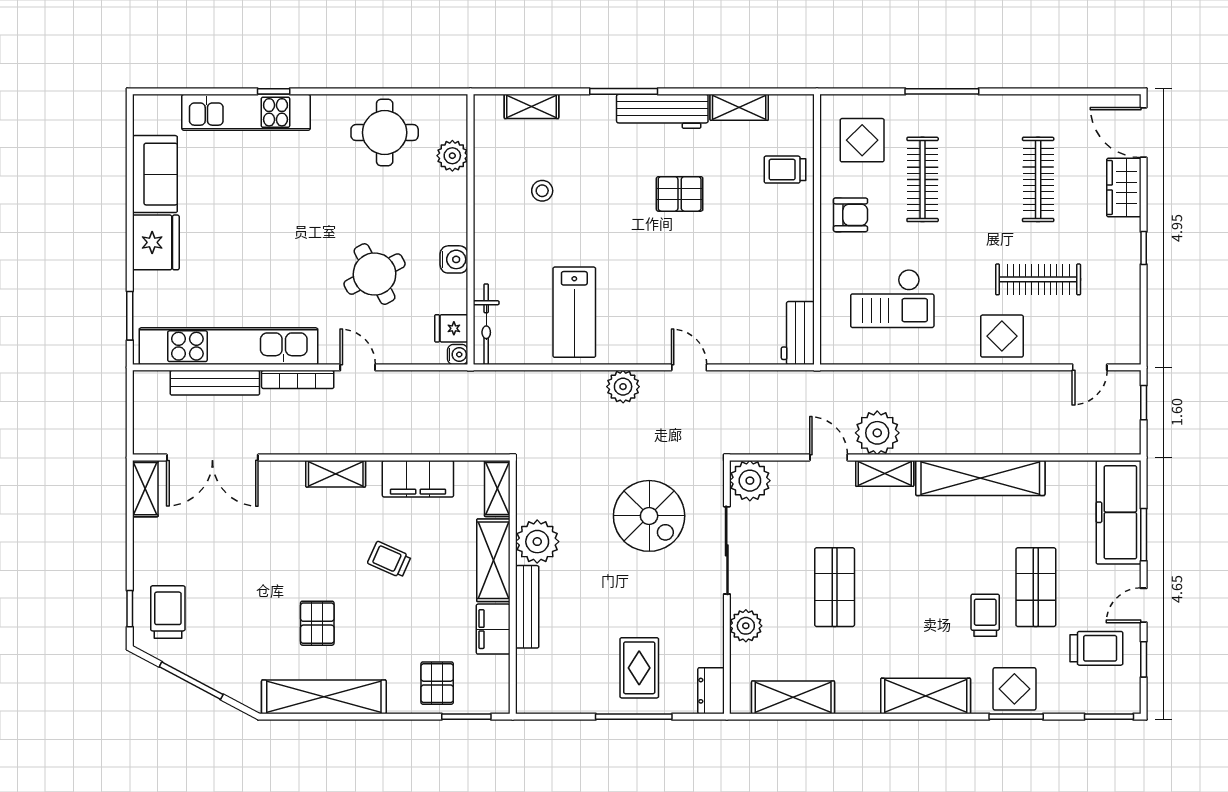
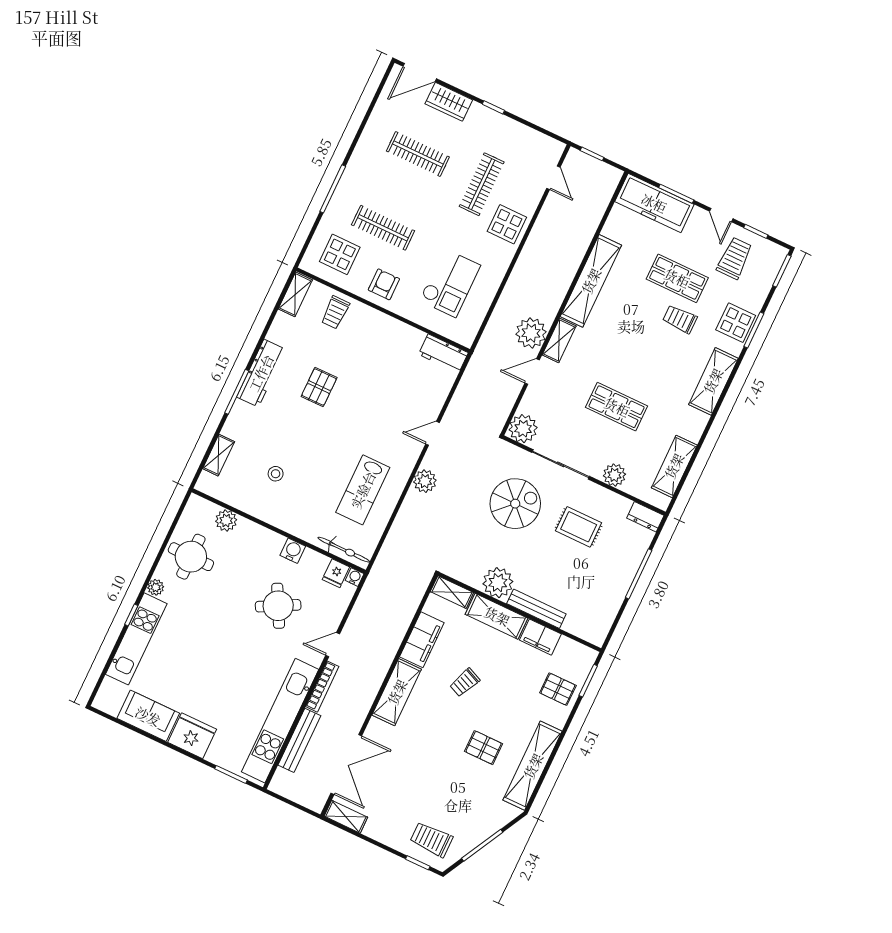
plant: (324, 106) -> (156, 587), added
shelving: (739, 107) -> (295, 294), moved
lab bench: (574, 312) -> (363, 490), turned 90
shelving: (336, 474) -> (397, 692), width x1.50, depth x1.33
rug: (639, 668) -> (579, 527), moved

